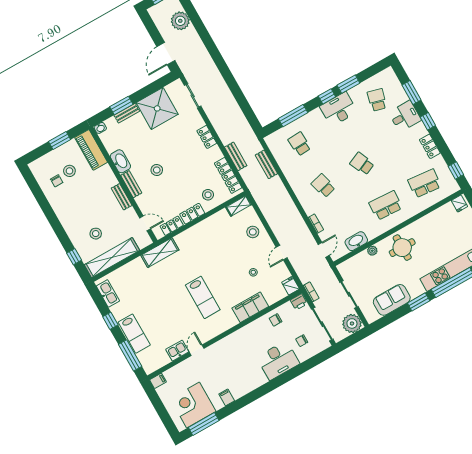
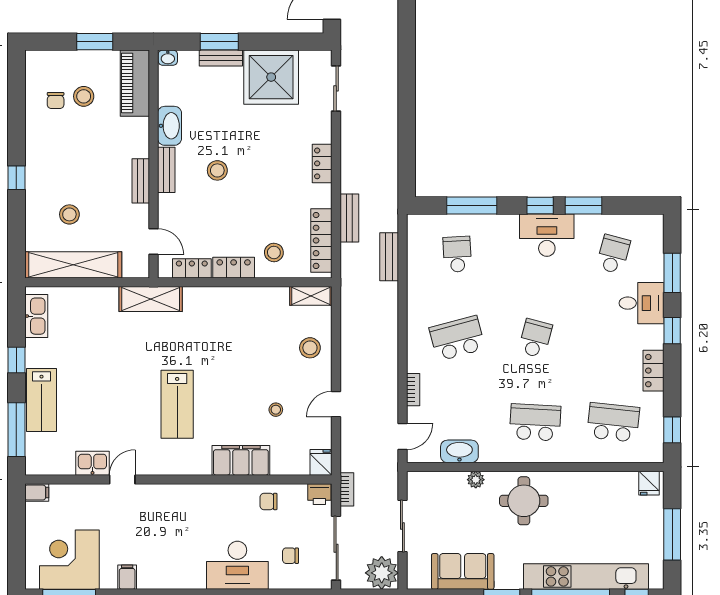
school desk: (362, 164) -> (535, 338), turned 39
school desk: (323, 186) -> (457, 338), width x1.85
window: (74, 257) -> (16, 178), moved

